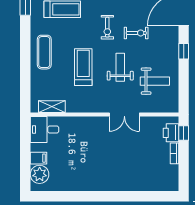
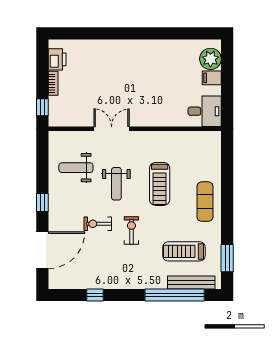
shelving: (52, 107) -> (196, 138), removed
printer: (171, 133) -> (57, 59), moved

